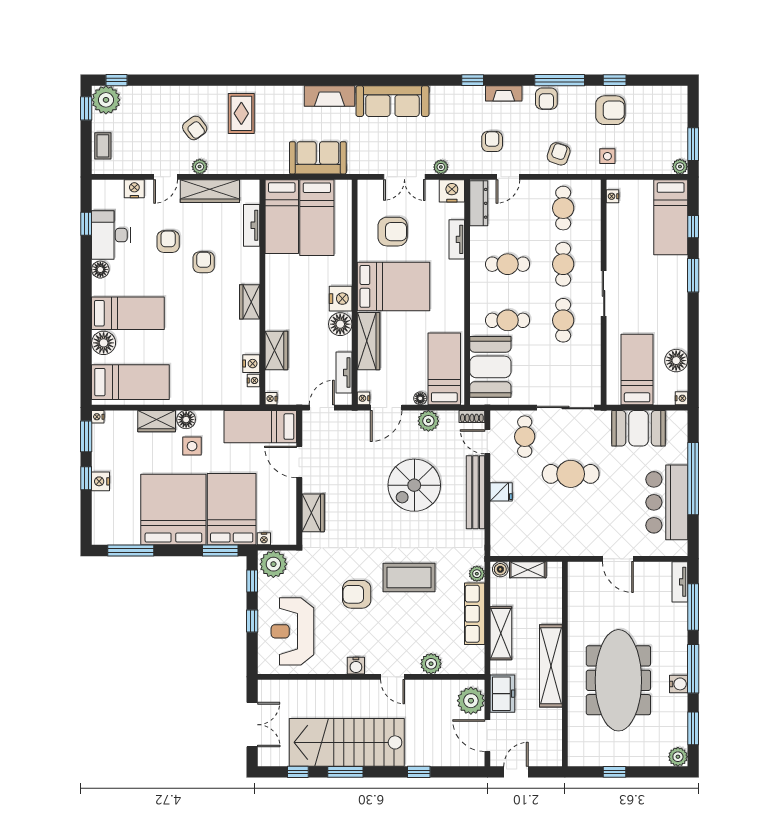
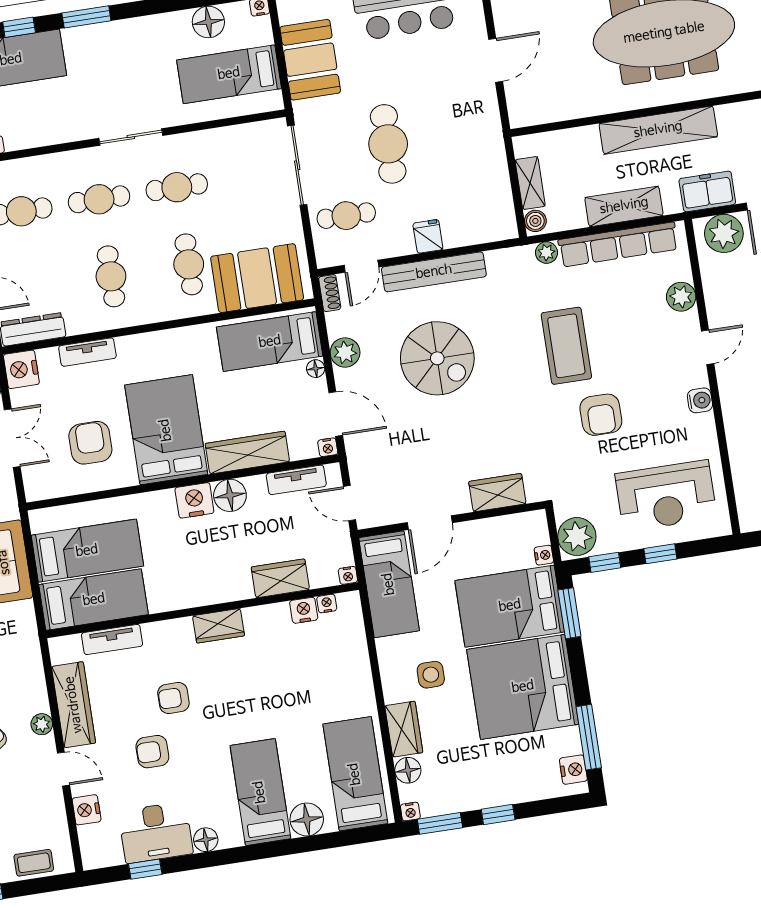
floor lamp: (186, 420) -> (408, 770), moved
nightstand: (101, 481) -> (573, 770), moved, turned -90
row of seats: (475, 614) -> (618, 245), width x1.36

